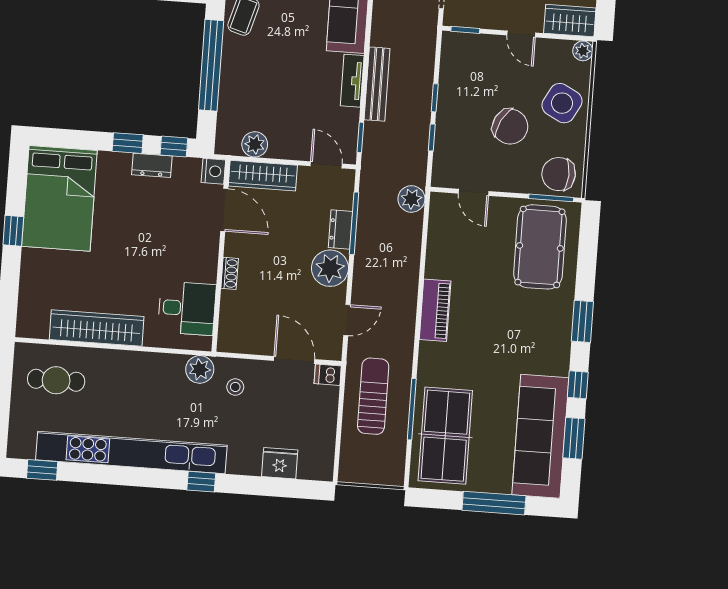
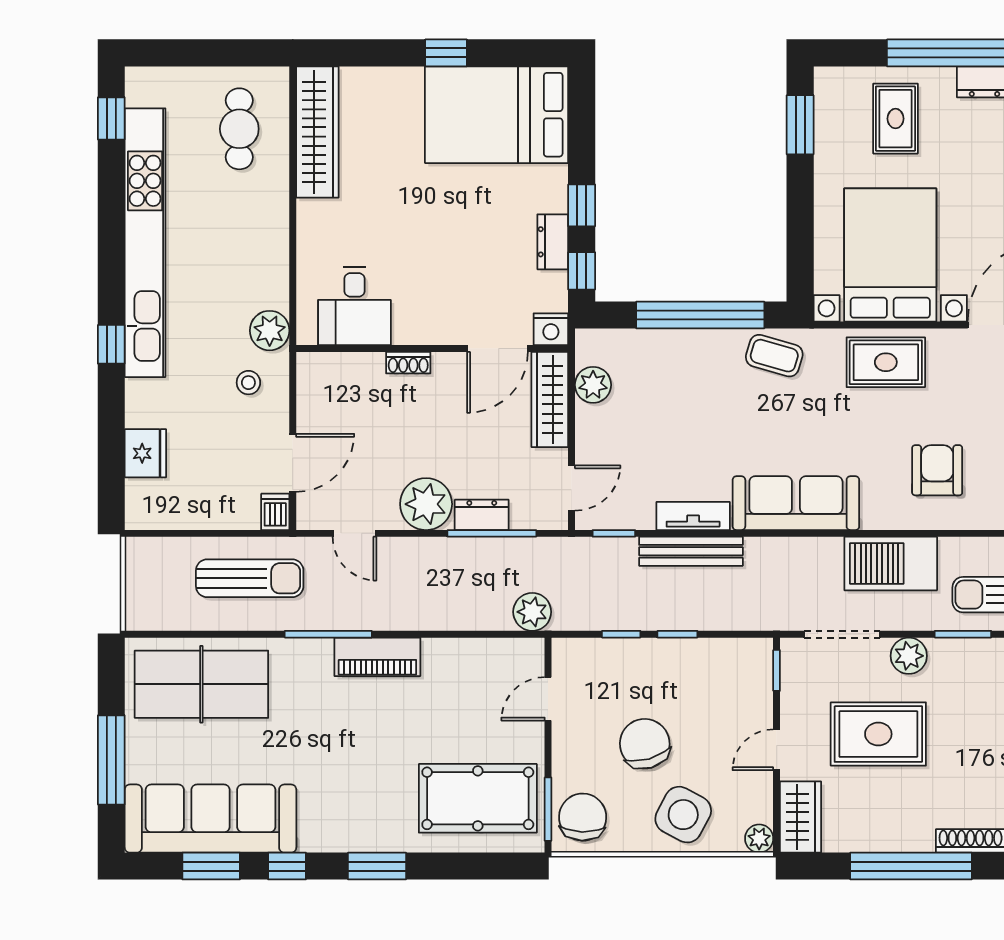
chair: (510, 127) -> (645, 744), turned 136
wardrobe: (97, 328) -> (317, 132), moved
window: (412, 409) -> (328, 634), moved

